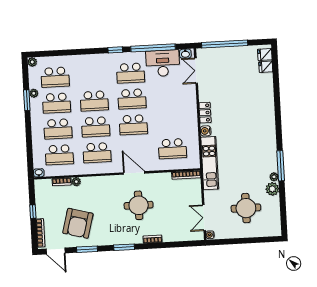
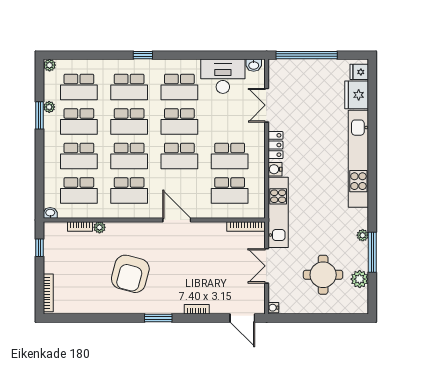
window: (153, 48) -> (211, 55), removed
window: (115, 50) -> (143, 55), moved
fridge: (266, 67) -> (357, 95), width x1.88, depth x1.34
double door: (196, 71) -> (267, 105), moved
school desk: (93, 75) -> (129, 87), added
kitchen unit: (268, 120) -> (358, 159), added
school desk: (171, 123) -> (230, 156), added
window: (281, 166) -> (372, 252), moved
plant: (272, 189) -> (360, 279), moved
round table: (139, 205) -> (181, 263), removed
window: (33, 212) -> (40, 248), moved
double door: (204, 218) -> (267, 266), moved
armchair: (78, 223) -> (130, 274), moved
window: (87, 249) -> (109, 318), removed
door: (56, 251) -> (242, 318), moved

